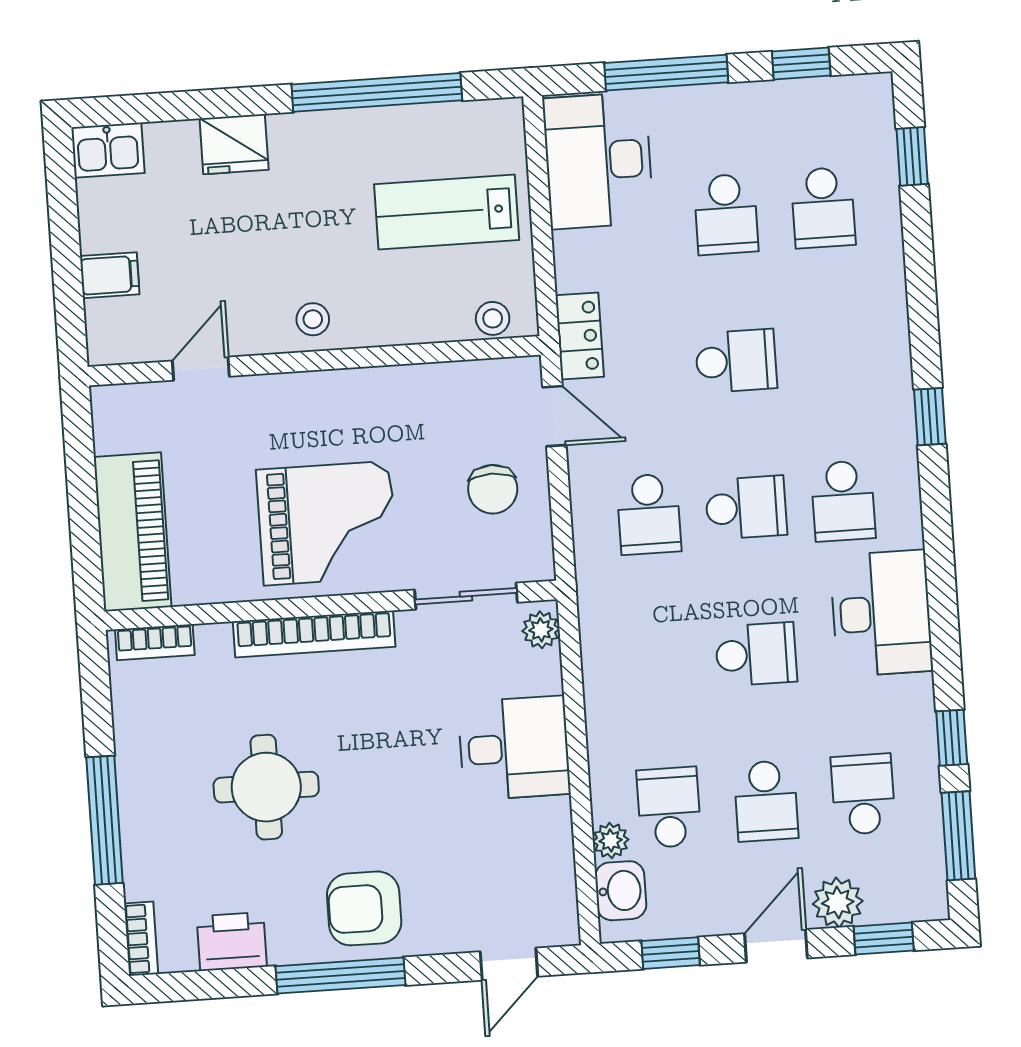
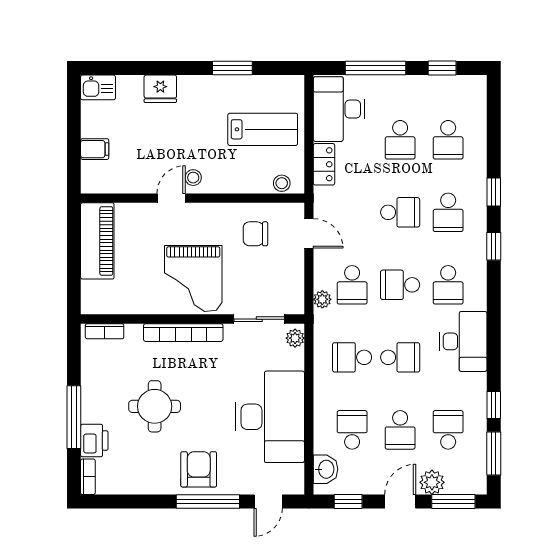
window: (377, 92) -> (232, 68), width x0.47
window: (912, 156) -> (494, 192), moved
lab bench: (447, 212) -> (263, 129), turned 180
locker: (580, 336) -> (324, 164), moved
school desk: (833, 354) -> (448, 212), added
door: (201, 369) -> (171, 198), moved
chair: (493, 489) -> (255, 234), moved, turned 90
school desk: (746, 508) -> (400, 285), turned 180
grand piano: (327, 523) -> (193, 278), turned 90
piano: (133, 532) -> (97, 241), moved
school desk: (659, 661) -> (352, 357), added
desk: (514, 748) -> (270, 417), width x1.87, depth x1.30
plant: (611, 840) -> (322, 299), moved
armchair: (364, 908) -> (199, 469), turned 90
window: (884, 939) -> (453, 502), width x1.50
printer: (232, 941) -> (94, 441), moved, turned 90
window: (340, 976) -> (208, 502), moved

